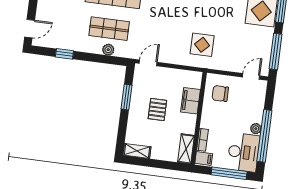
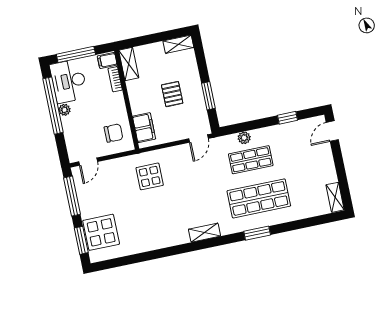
filing cabinet: (191, 101) -> (144, 128), moved

